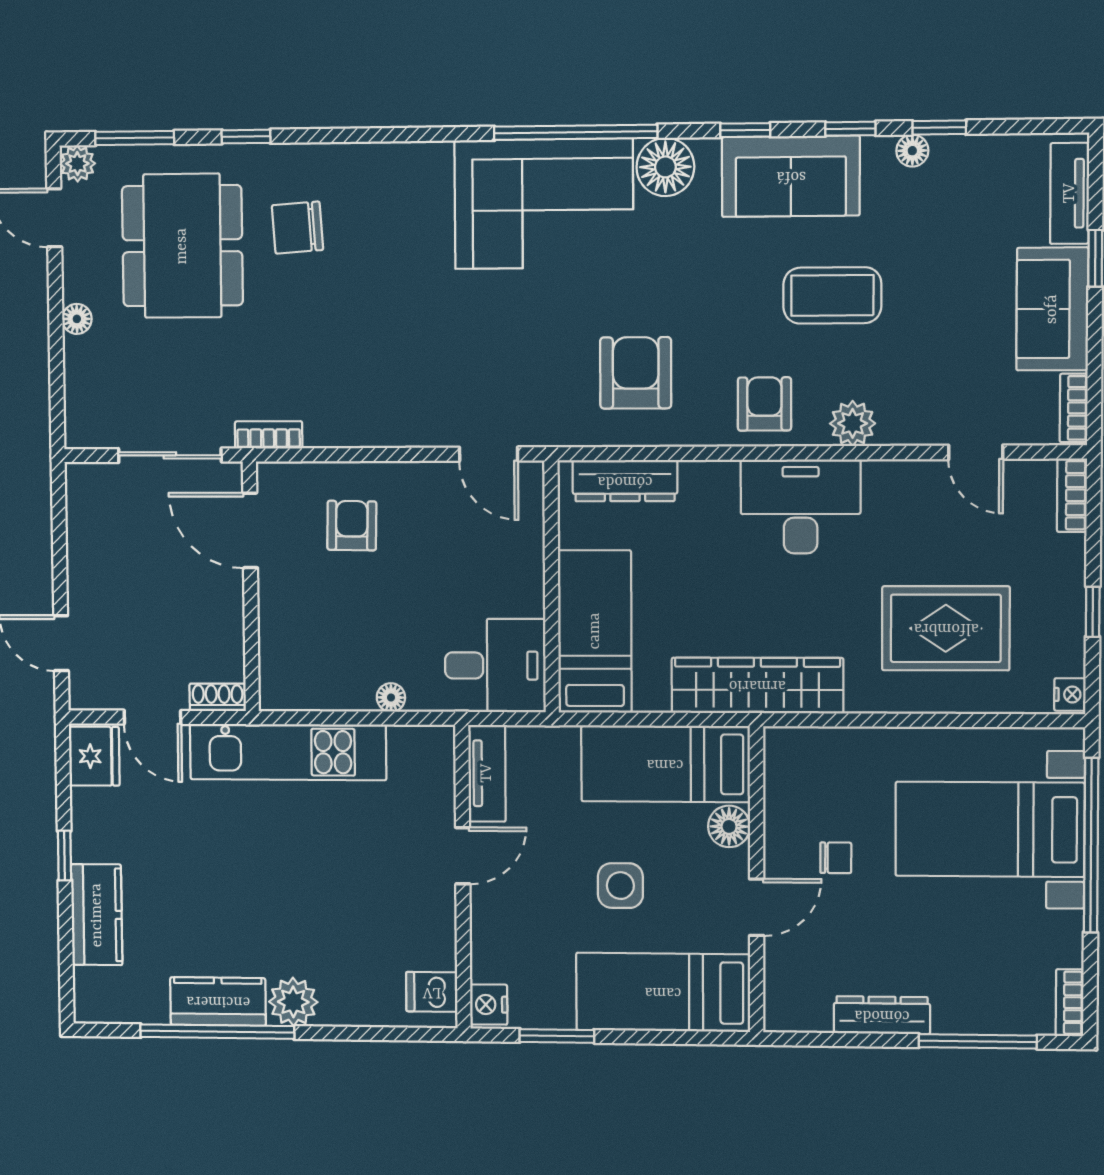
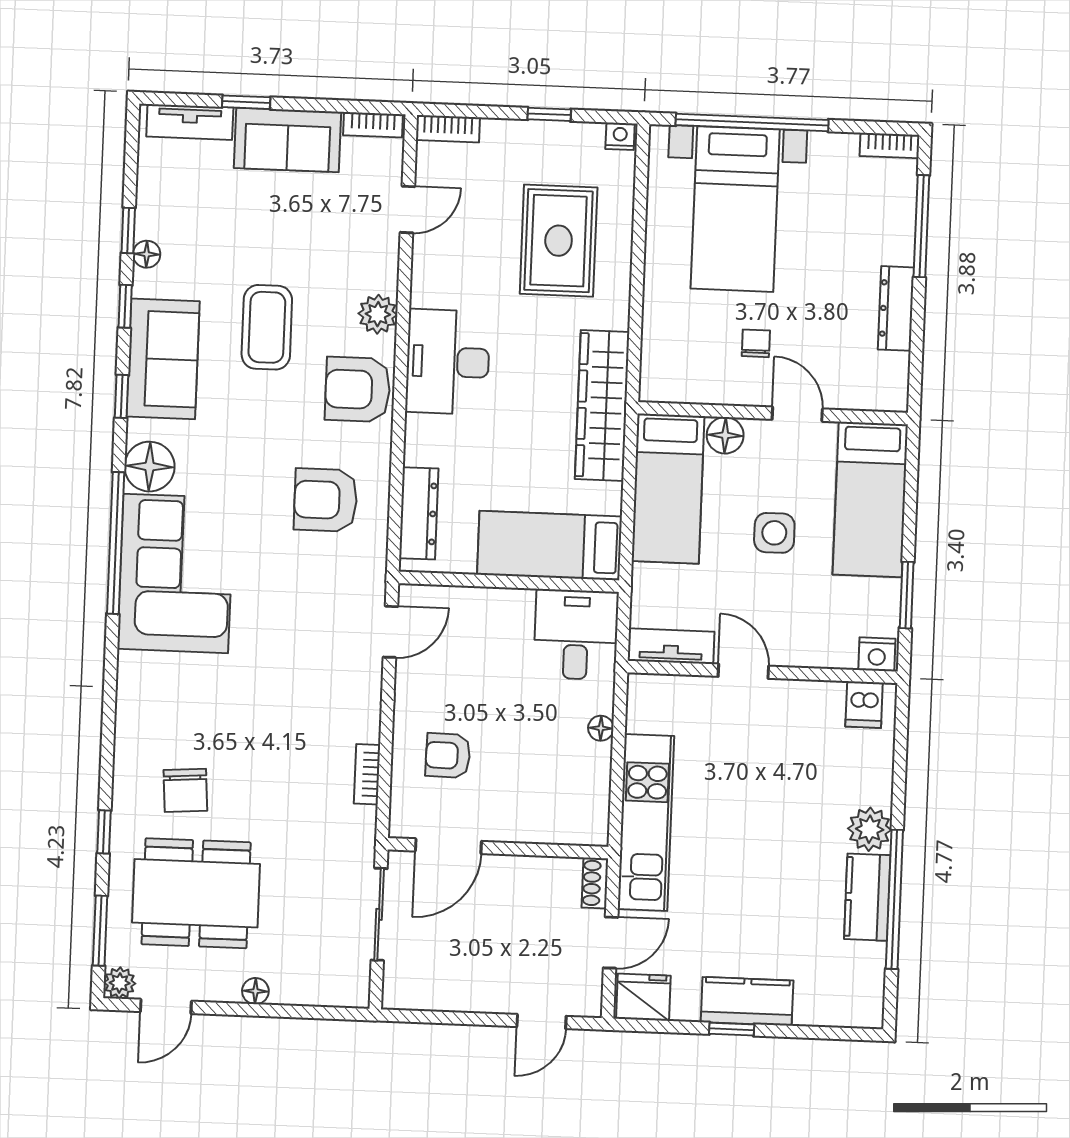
armchair: (764, 404) -> (358, 389), width x1.38, depth x1.38
bookcase: (269, 435) -> (367, 774), moved
kitchen counter: (97, 915) -> (747, 1001), moved

